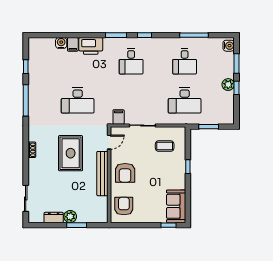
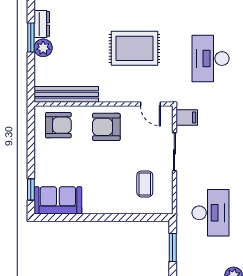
desk: (185, 100) -> (211, 213), turned 180
window: (188, 167) -> (115, 217), removed
bench: (102, 174) -> (66, 94), moved
window: (77, 225) -> (31, 37), moved

